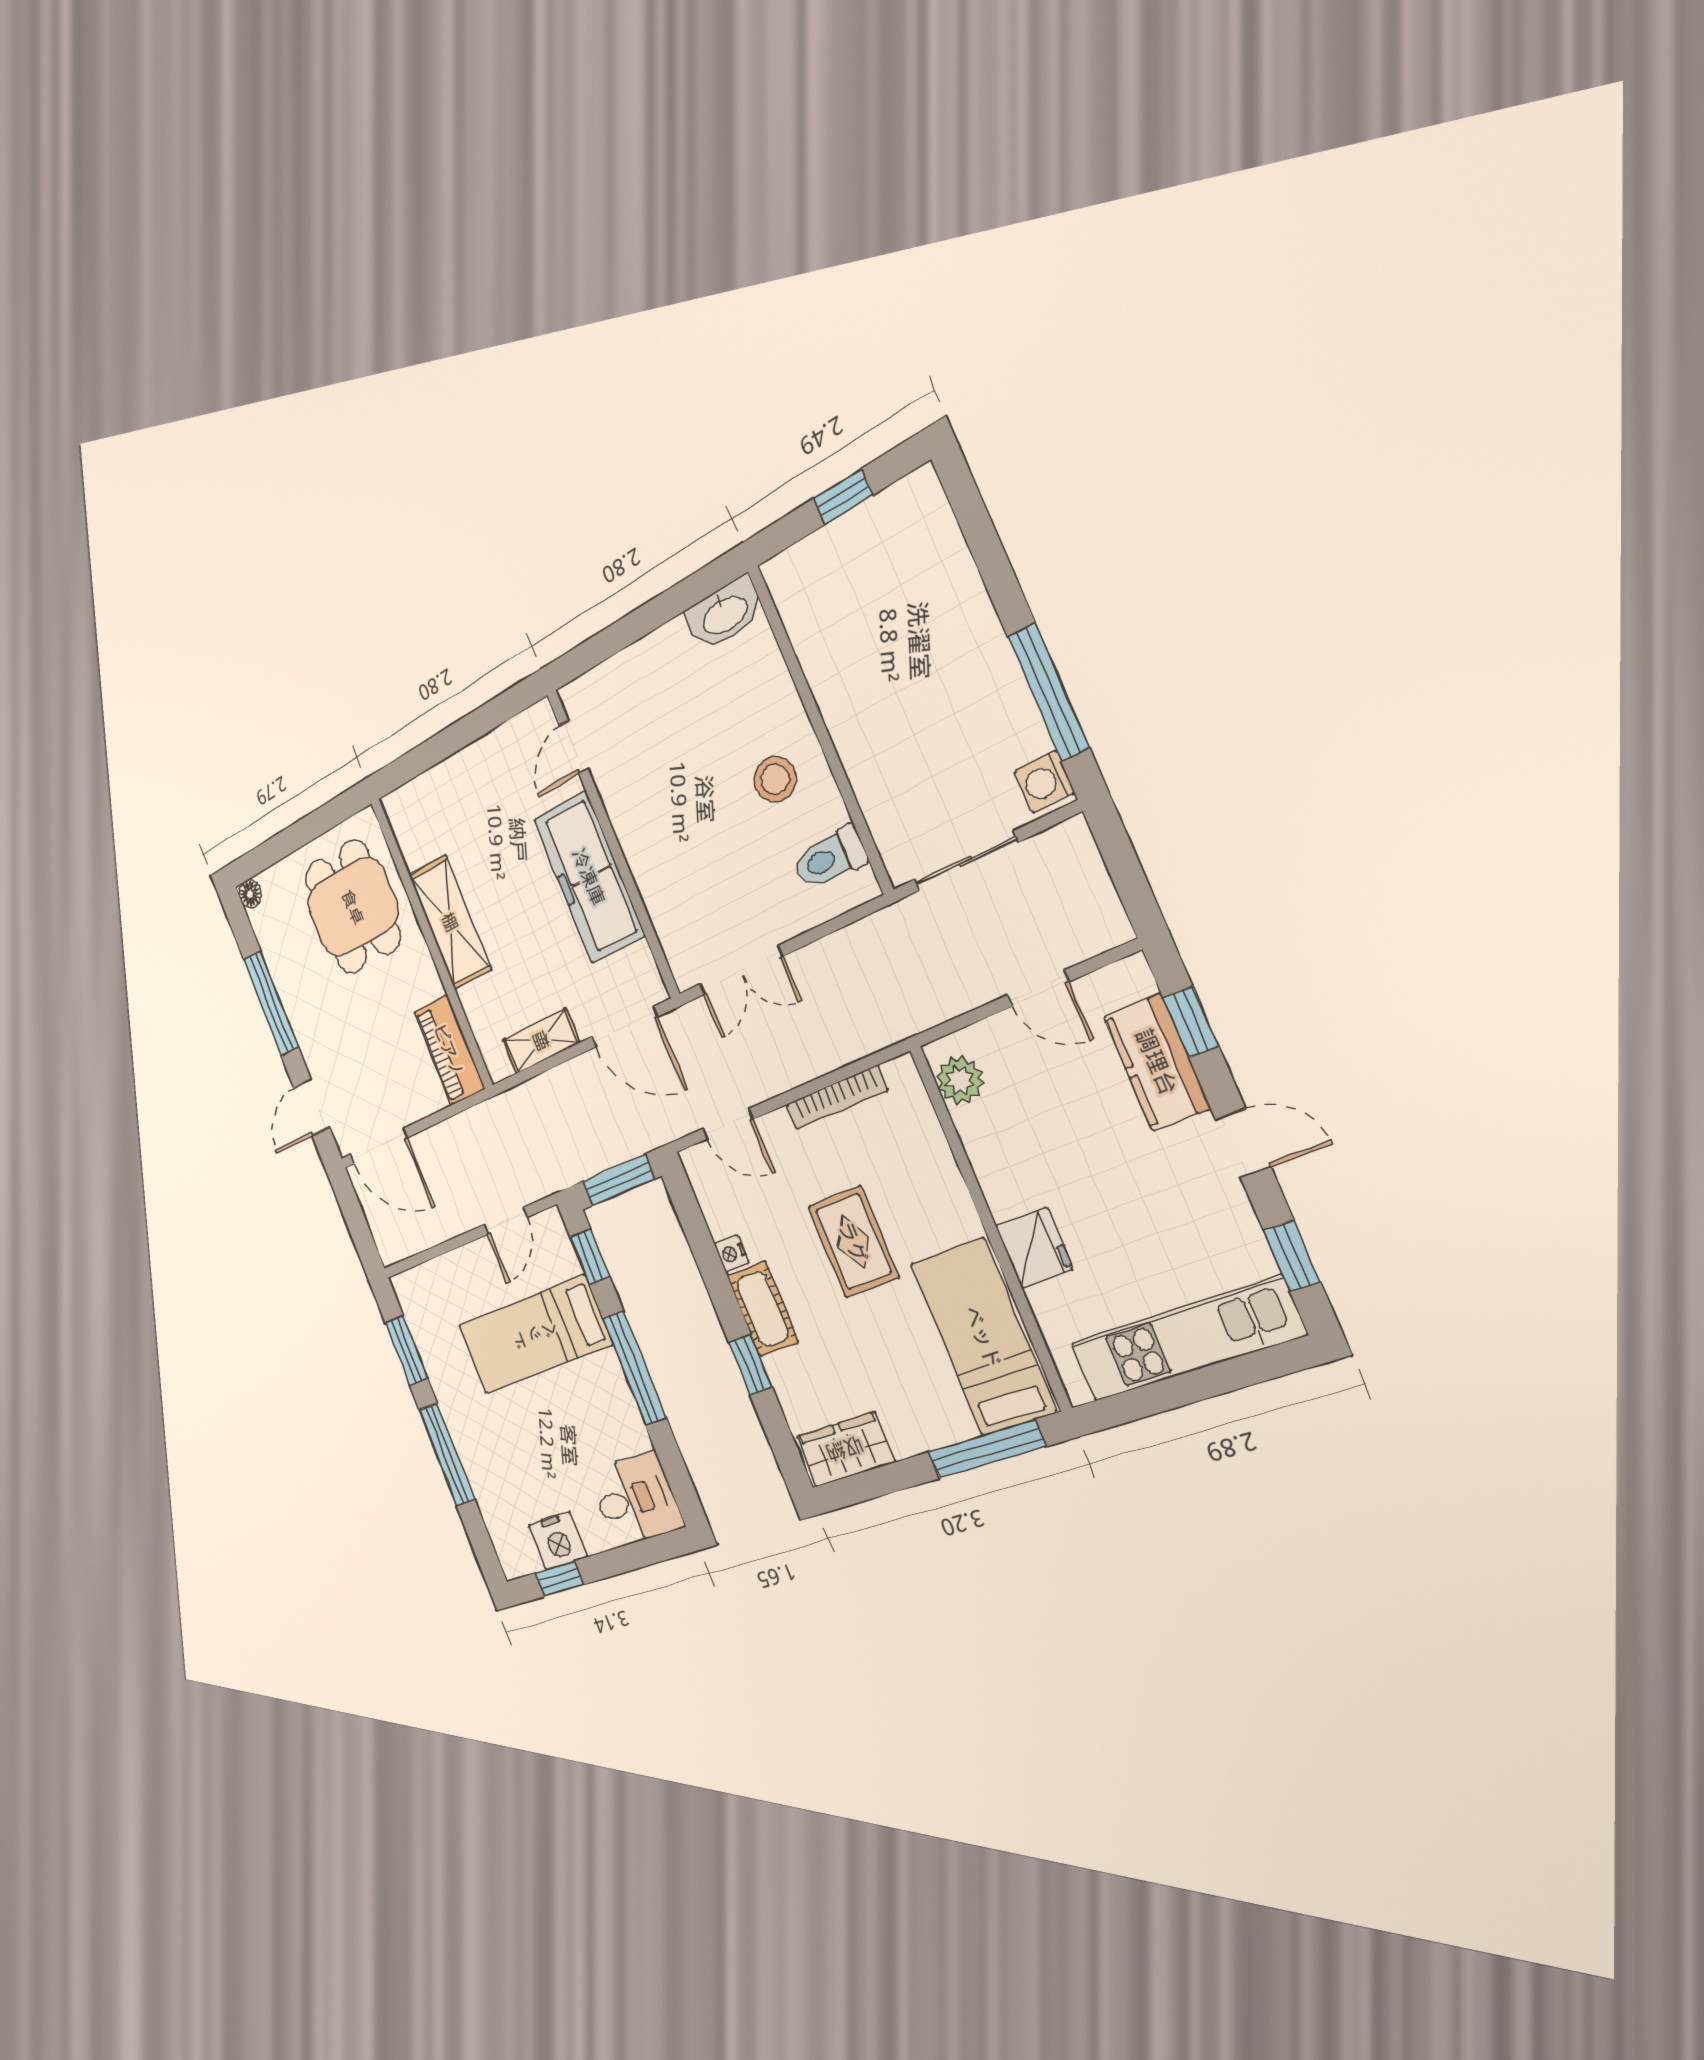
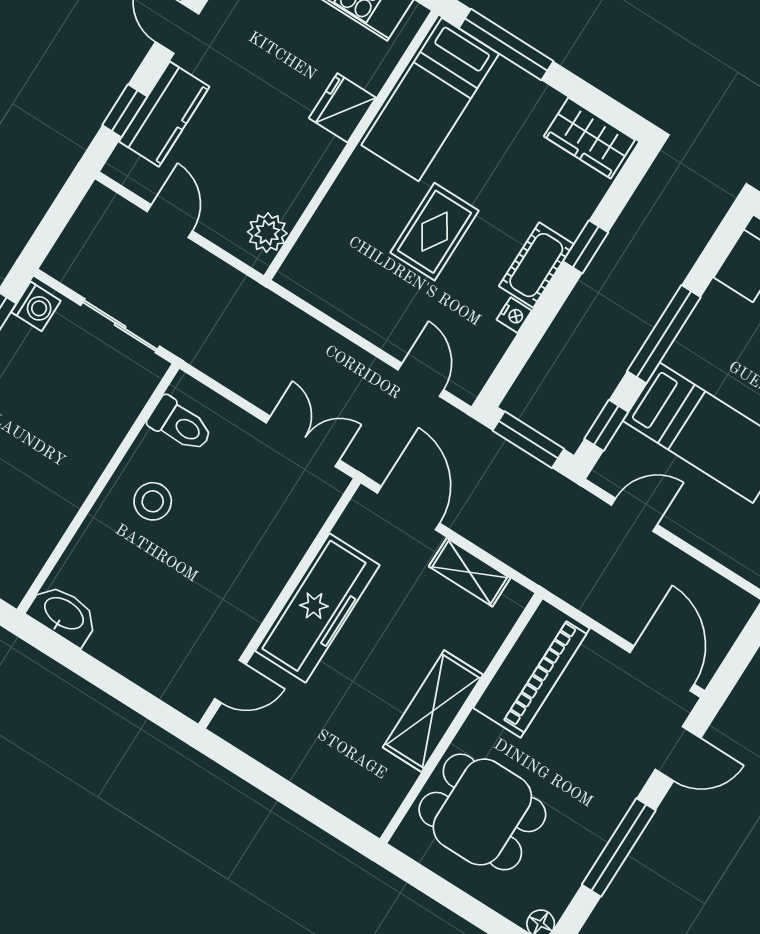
dining table: (353, 907) -> (482, 812), turned 90
piano: (449, 1050) -> (531, 668), width x1.37, depth x1.33
bookcase: (837, 1097) -> (342, 311), removed

